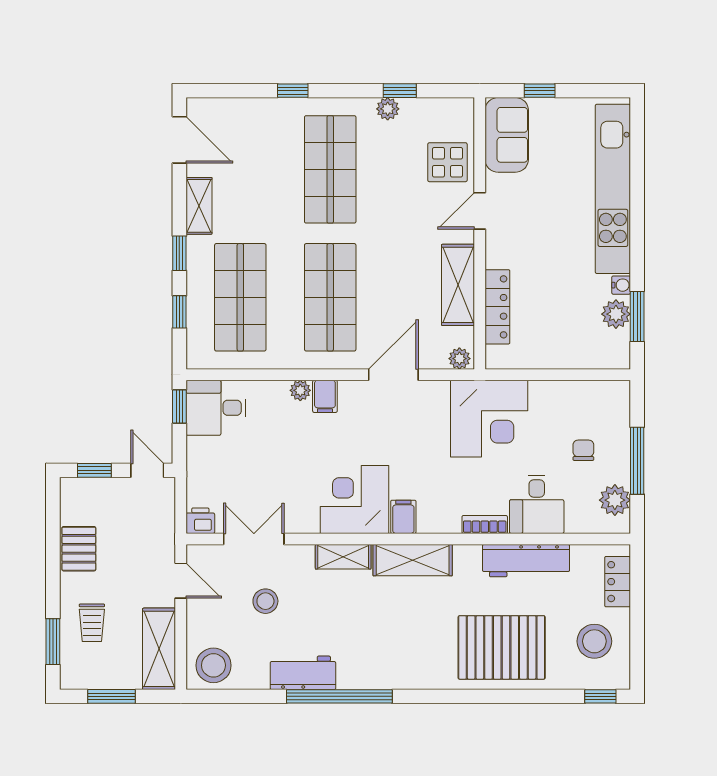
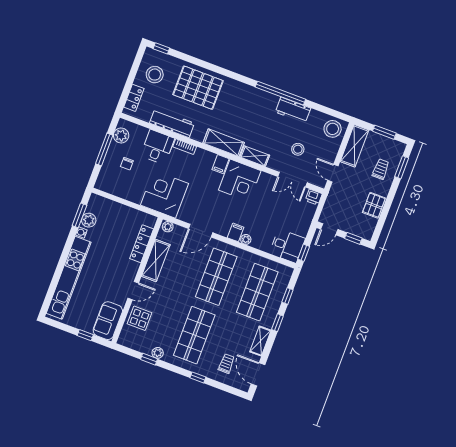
trolley: (248, 138) -> (226, 364), added
door: (147, 470) -> (329, 229), hinge flipped

